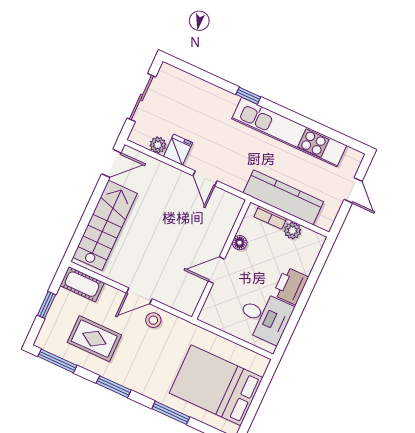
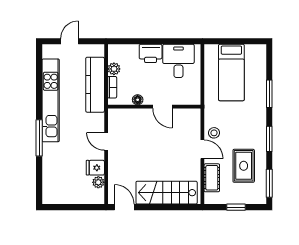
window: (248, 96) -> (39, 138), width x2.17
sliding door: (141, 98) -> (72, 207), removed
door: (205, 178) -> (106, 141), swing flipped
cot: (82, 284) -> (212, 178), moved
bed: (216, 385) -> (231, 72), width x0.67

